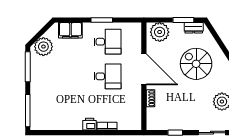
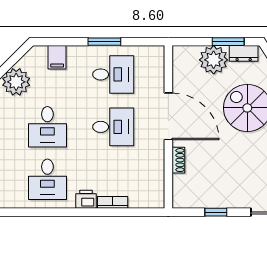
filing cabinet: (70, 30) -> (57, 57), width x0.50
plant: (160, 32) -> (214, 60), moved
desk: (64, 76) -> (47, 127), added
desk: (64, 111) -> (47, 179), added

